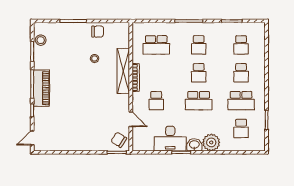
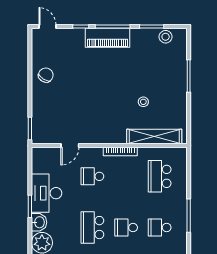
chair: (98, 32) -> (176, 105), removed
shelving: (123, 71) -> (154, 136), moved
chair: (119, 140) -> (46, 75), moved

